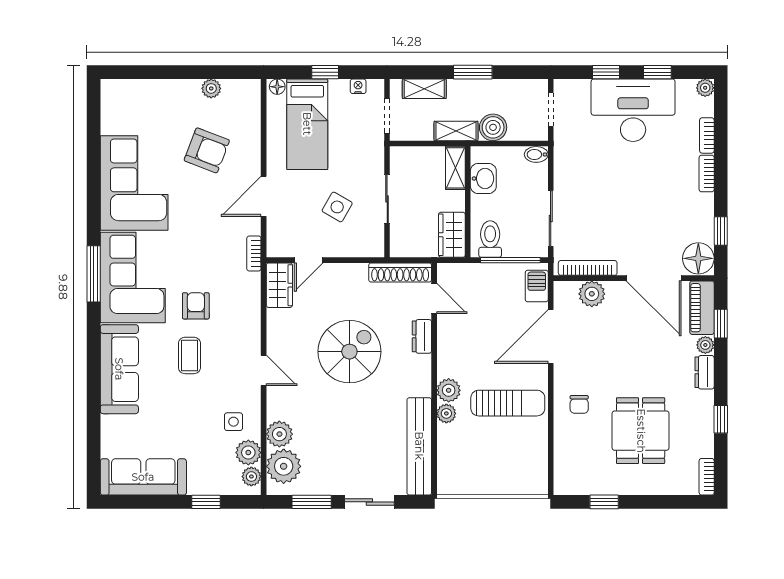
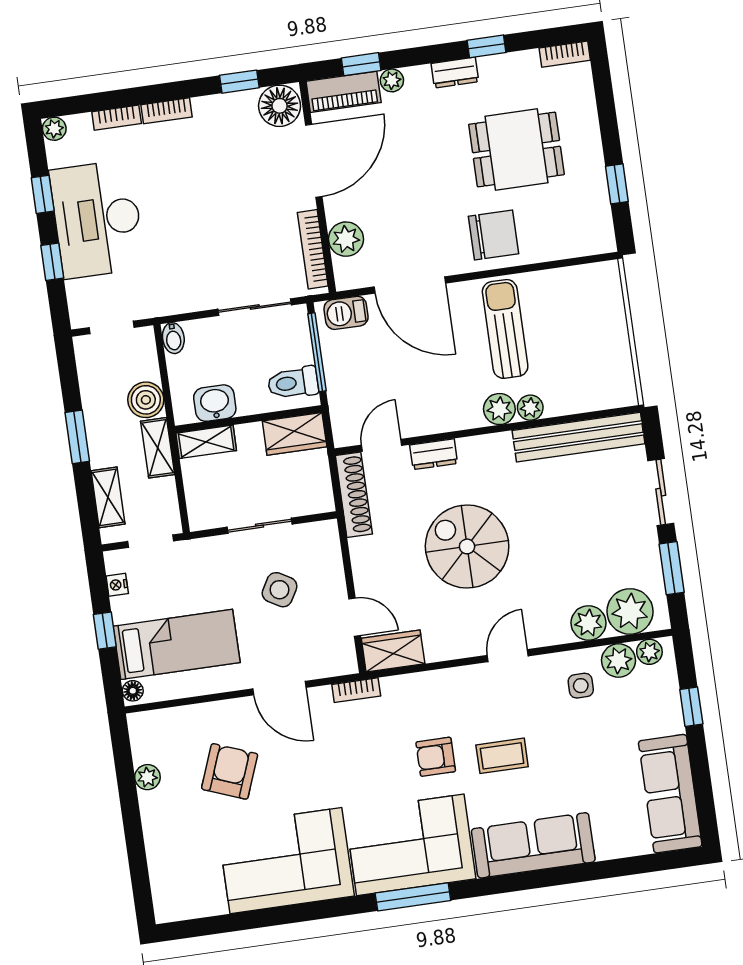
dresser: (705, 372) -> (455, 73), moved
chair: (579, 404) -> (494, 235), width x1.87, depth x1.87

